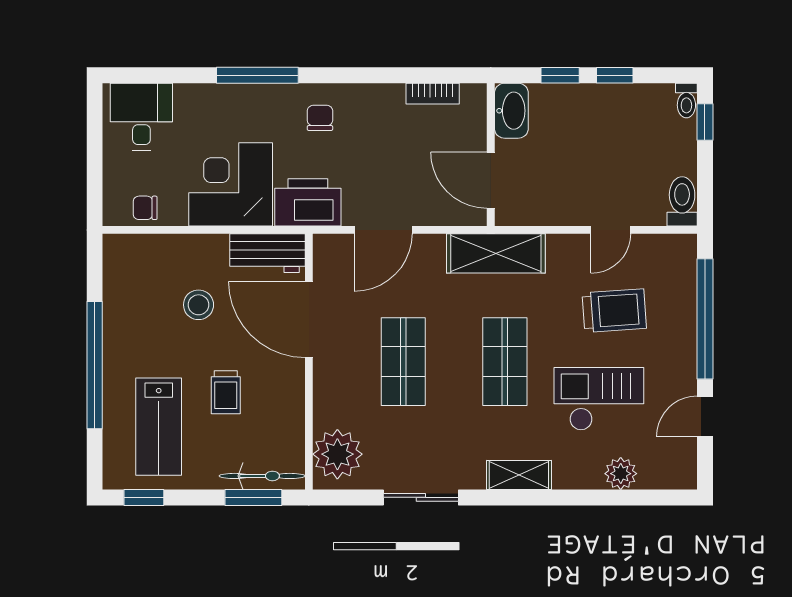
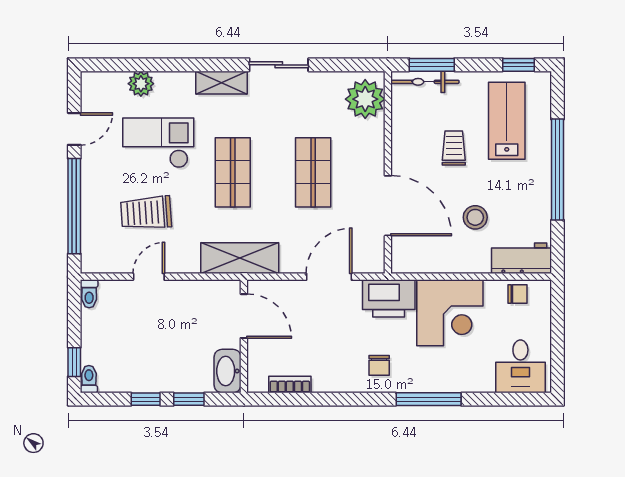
toilet: (682, 201) -> (89, 294), width x0.73, depth x0.72
workbench: (267, 253) -> (522, 258), moved
checkout: (599, 399) -> (158, 143), turned 180
sliding door: (421, 497) -> (279, 65), moved

